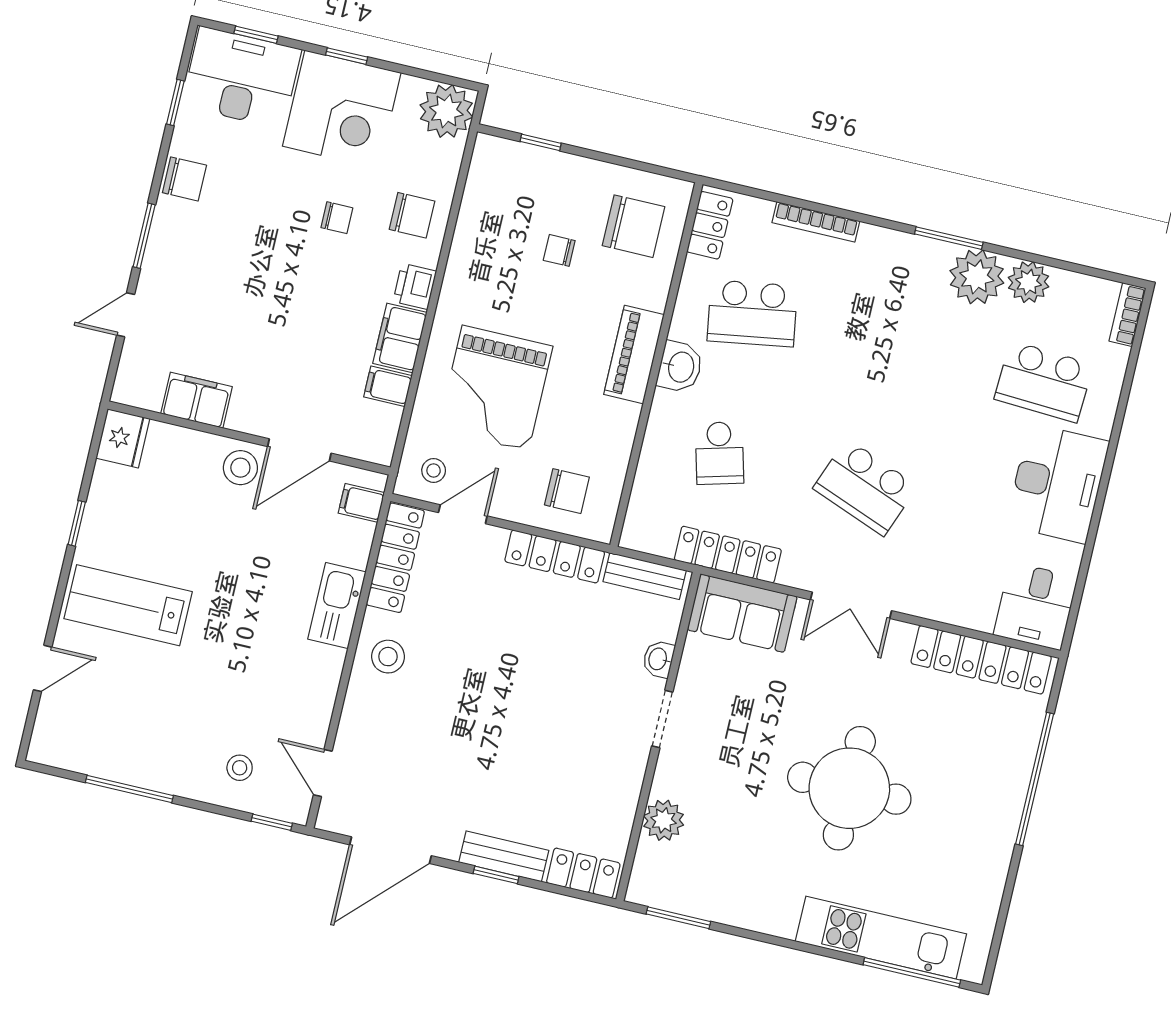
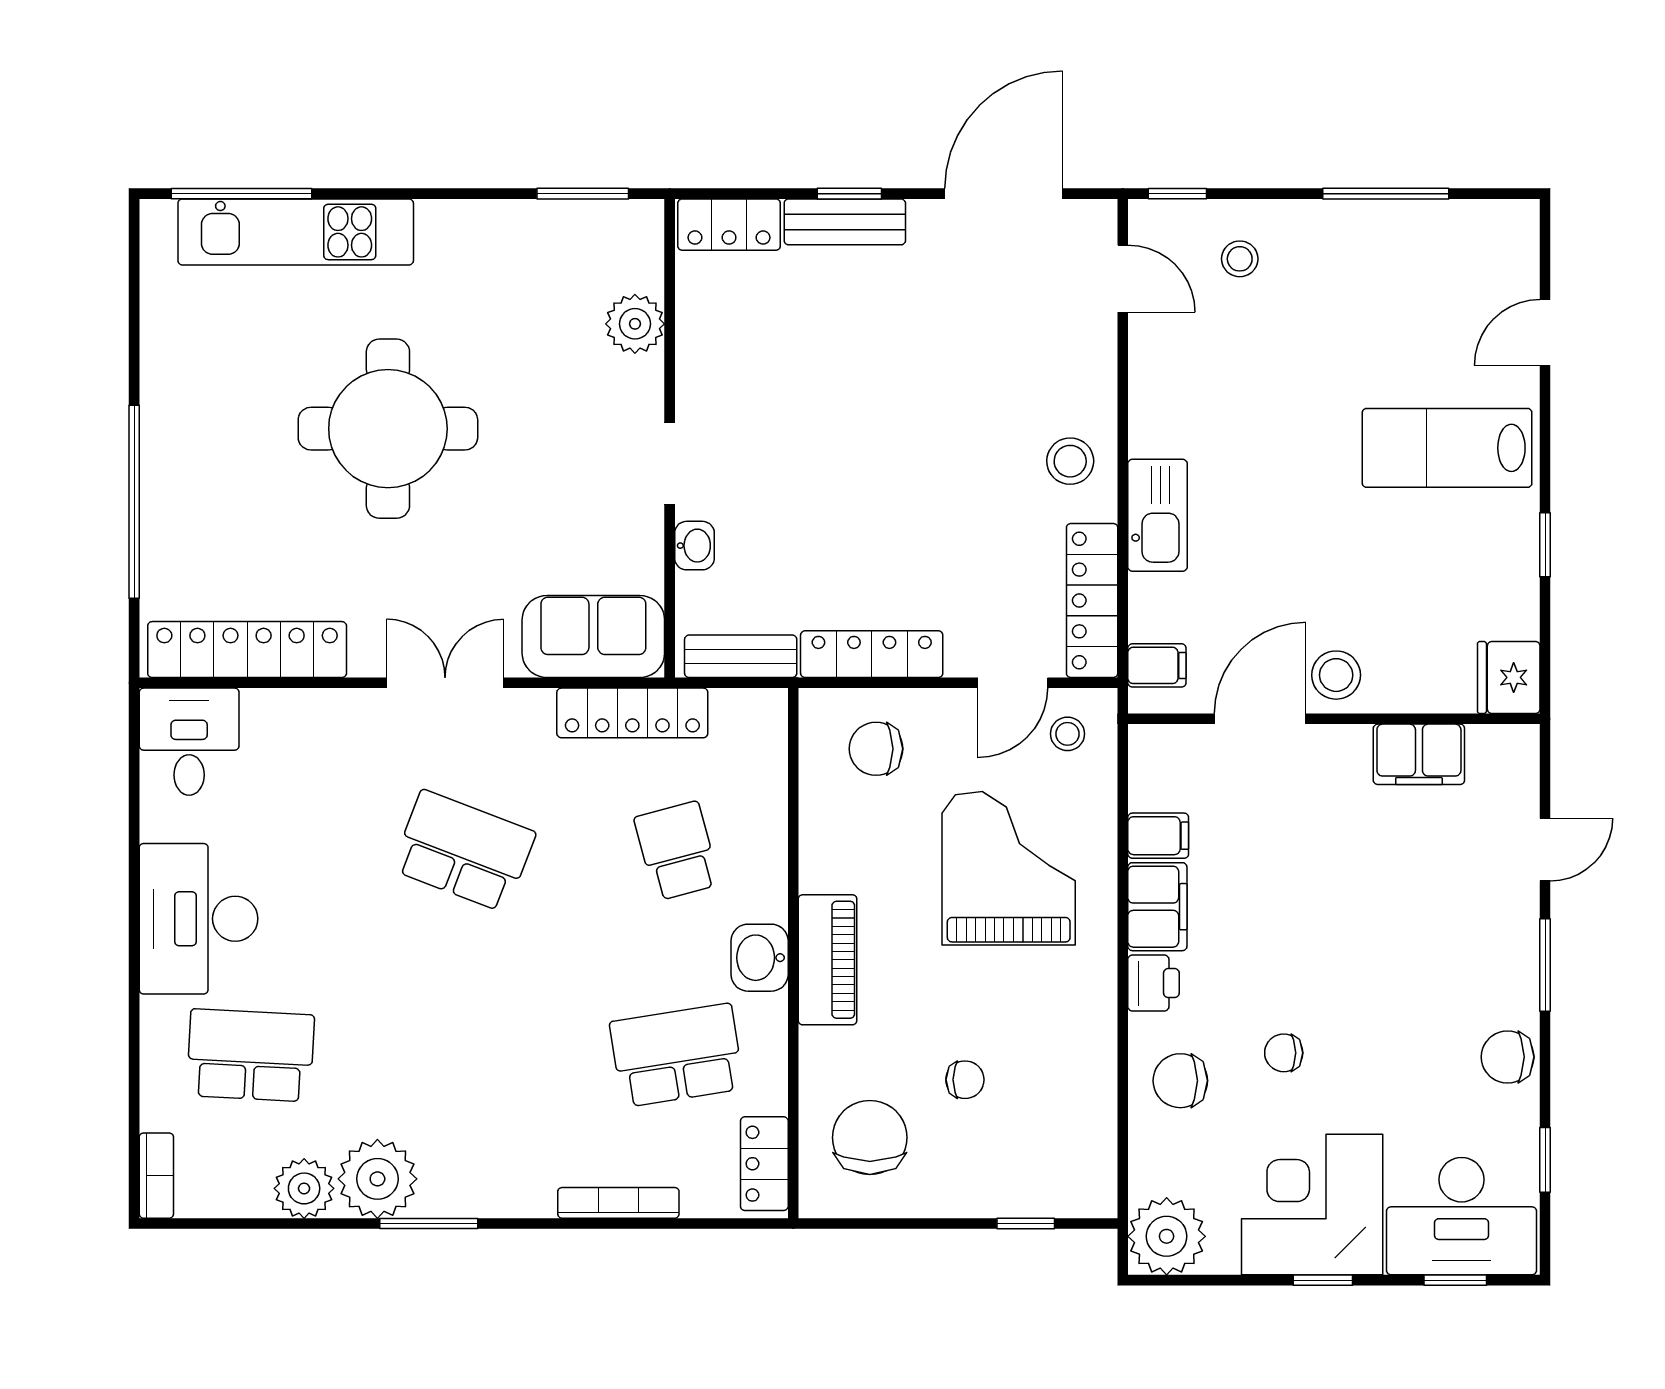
chair: (634, 226) -> (870, 1138), turned 90
lab bench: (128, 605) -> (1447, 448), turned 180

